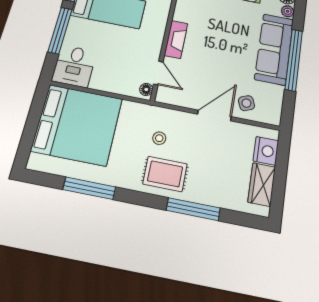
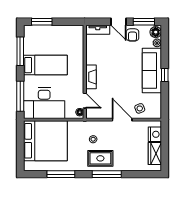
window: (60, 30) -> (20, 96), moved
window: (294, 60) -> (165, 75), width x0.32
desk: (74, 66) -> (44, 103), width x1.87, depth x1.30
door: (214, 115) -> (122, 120), hinge flipped
window: (193, 209) -> (107, 174), moved

